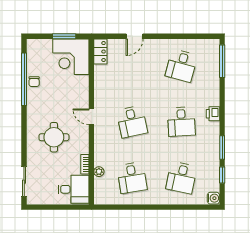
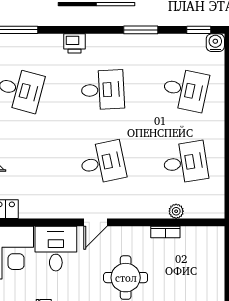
printer: (213, 114) -> (74, 43), moved
window: (222, 175) -> (199, 30), moved
desk: (74, 189) -> (56, 249), moved

